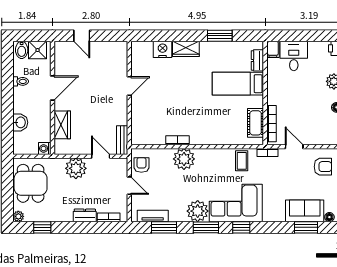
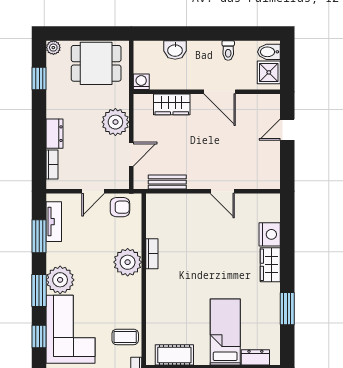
bench: (122, 140) -> (167, 182), moved

